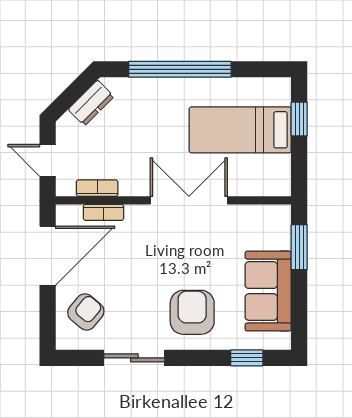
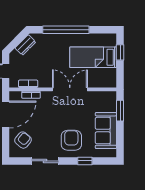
window: (247, 358) -> (85, 161), moved

